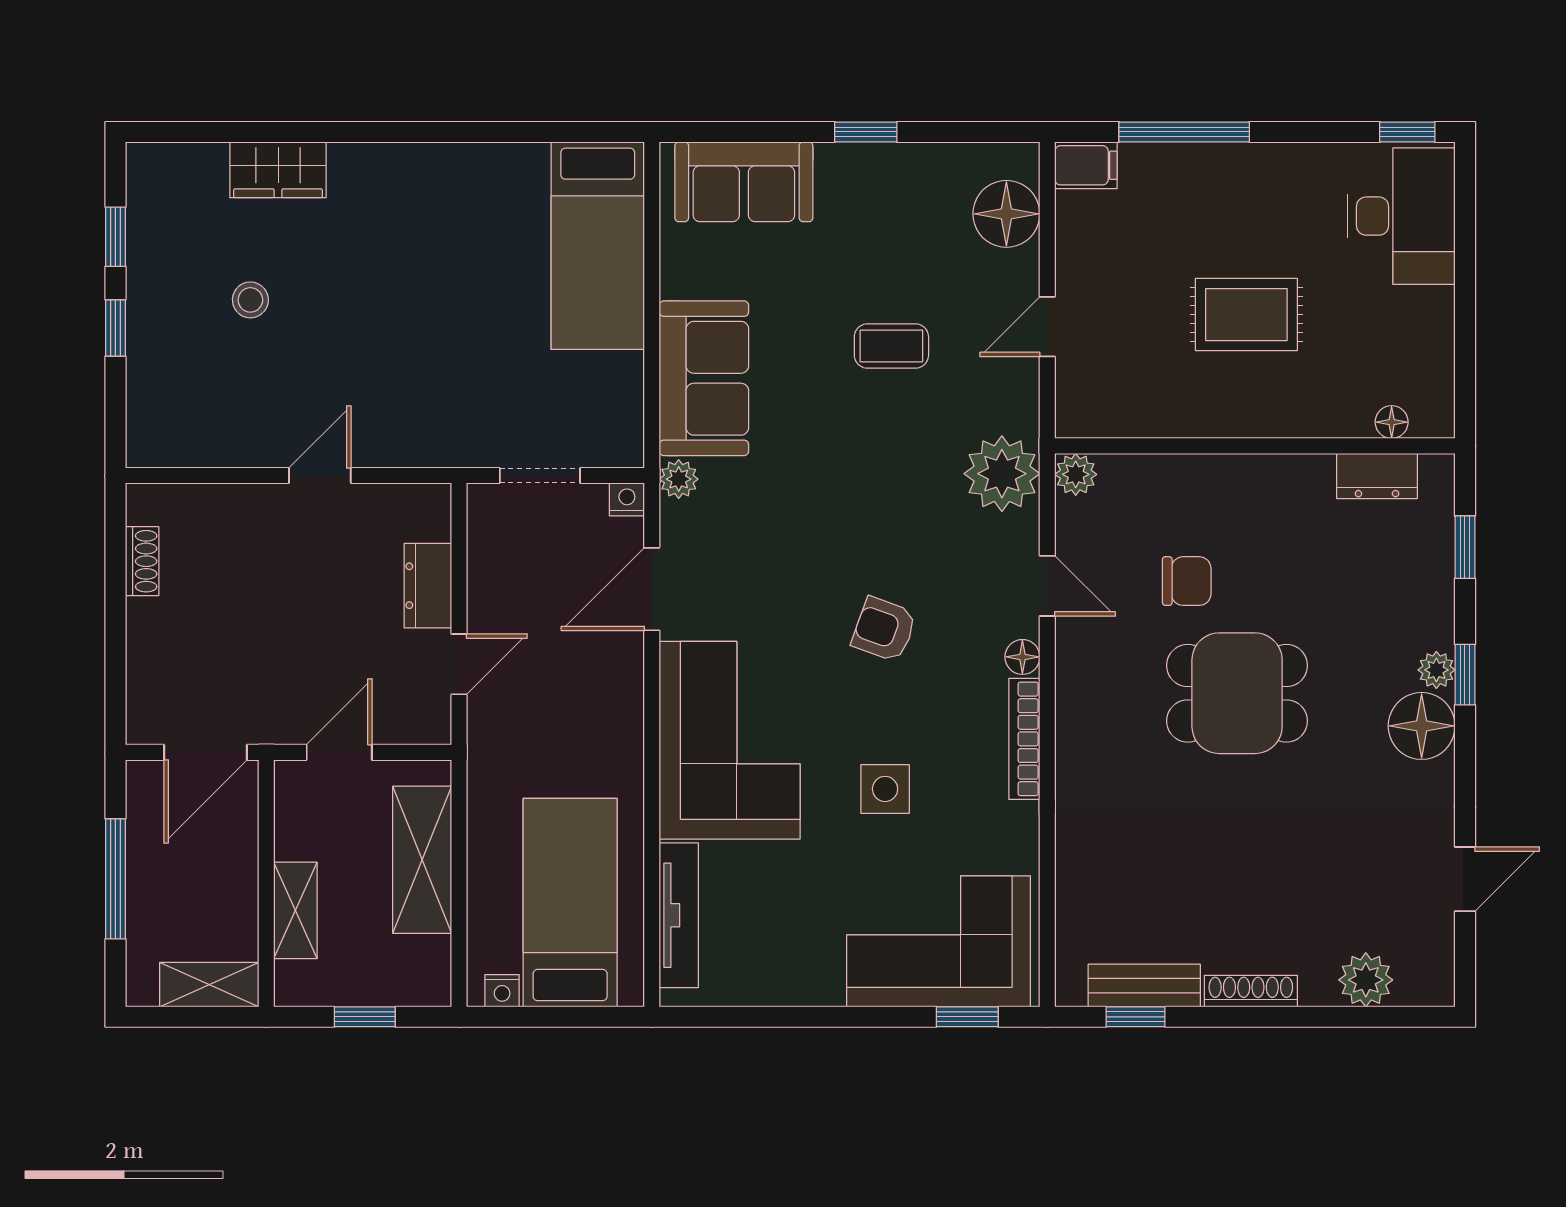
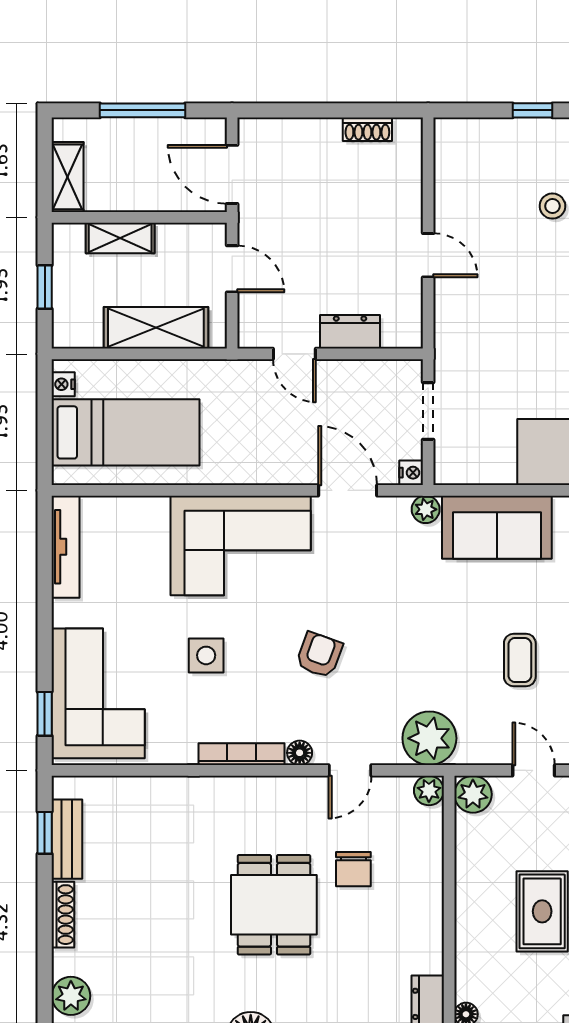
plant: (1081, 412) -> (473, 794), added
tv unit: (679, 915) -> (66, 547), moved, turned -90

